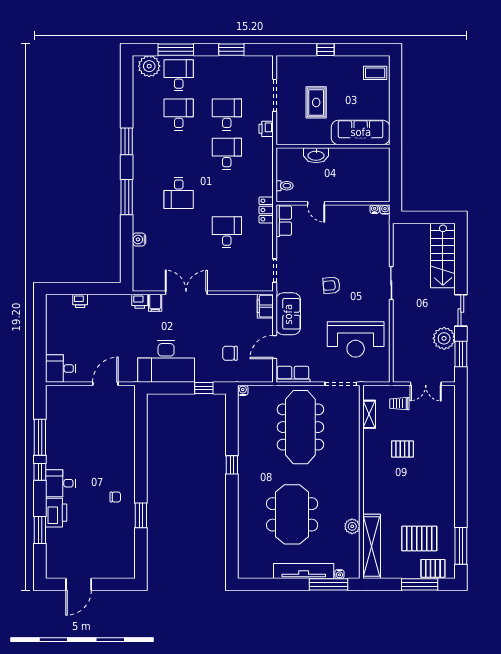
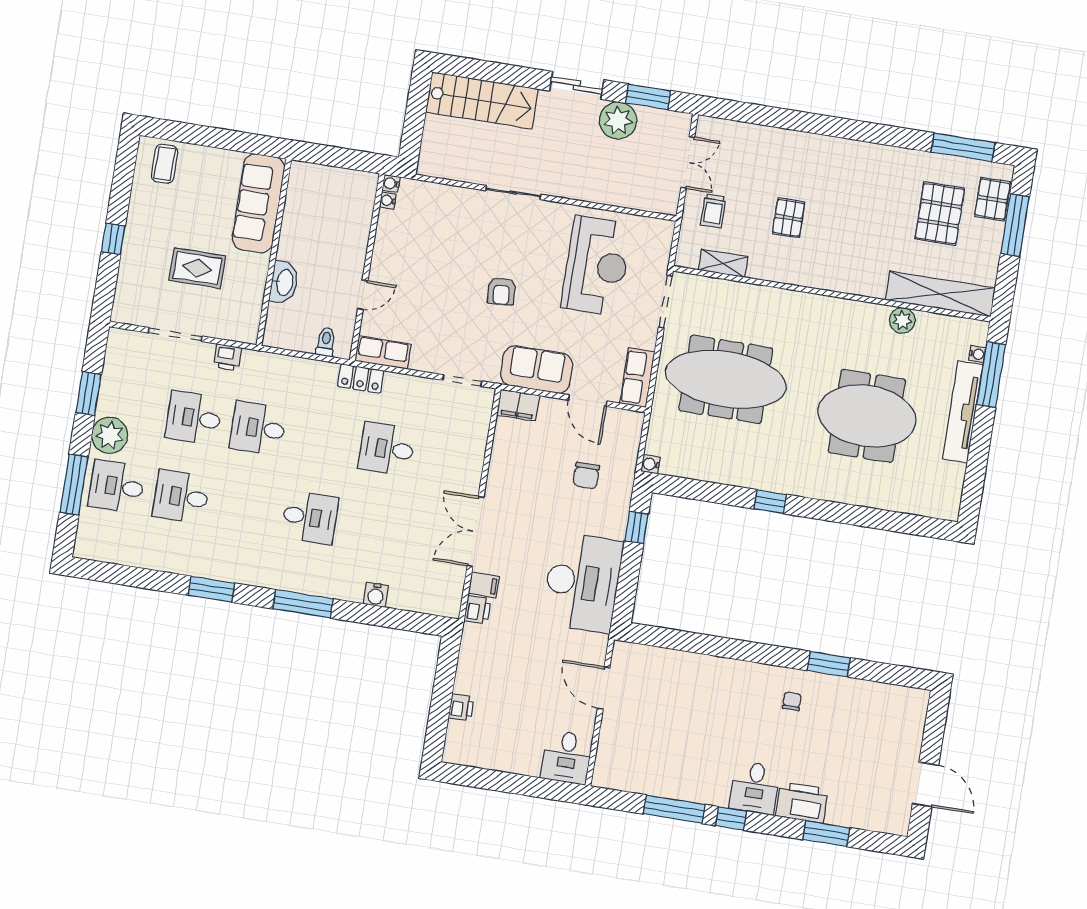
plant: (149, 66) -> (110, 435), moved

